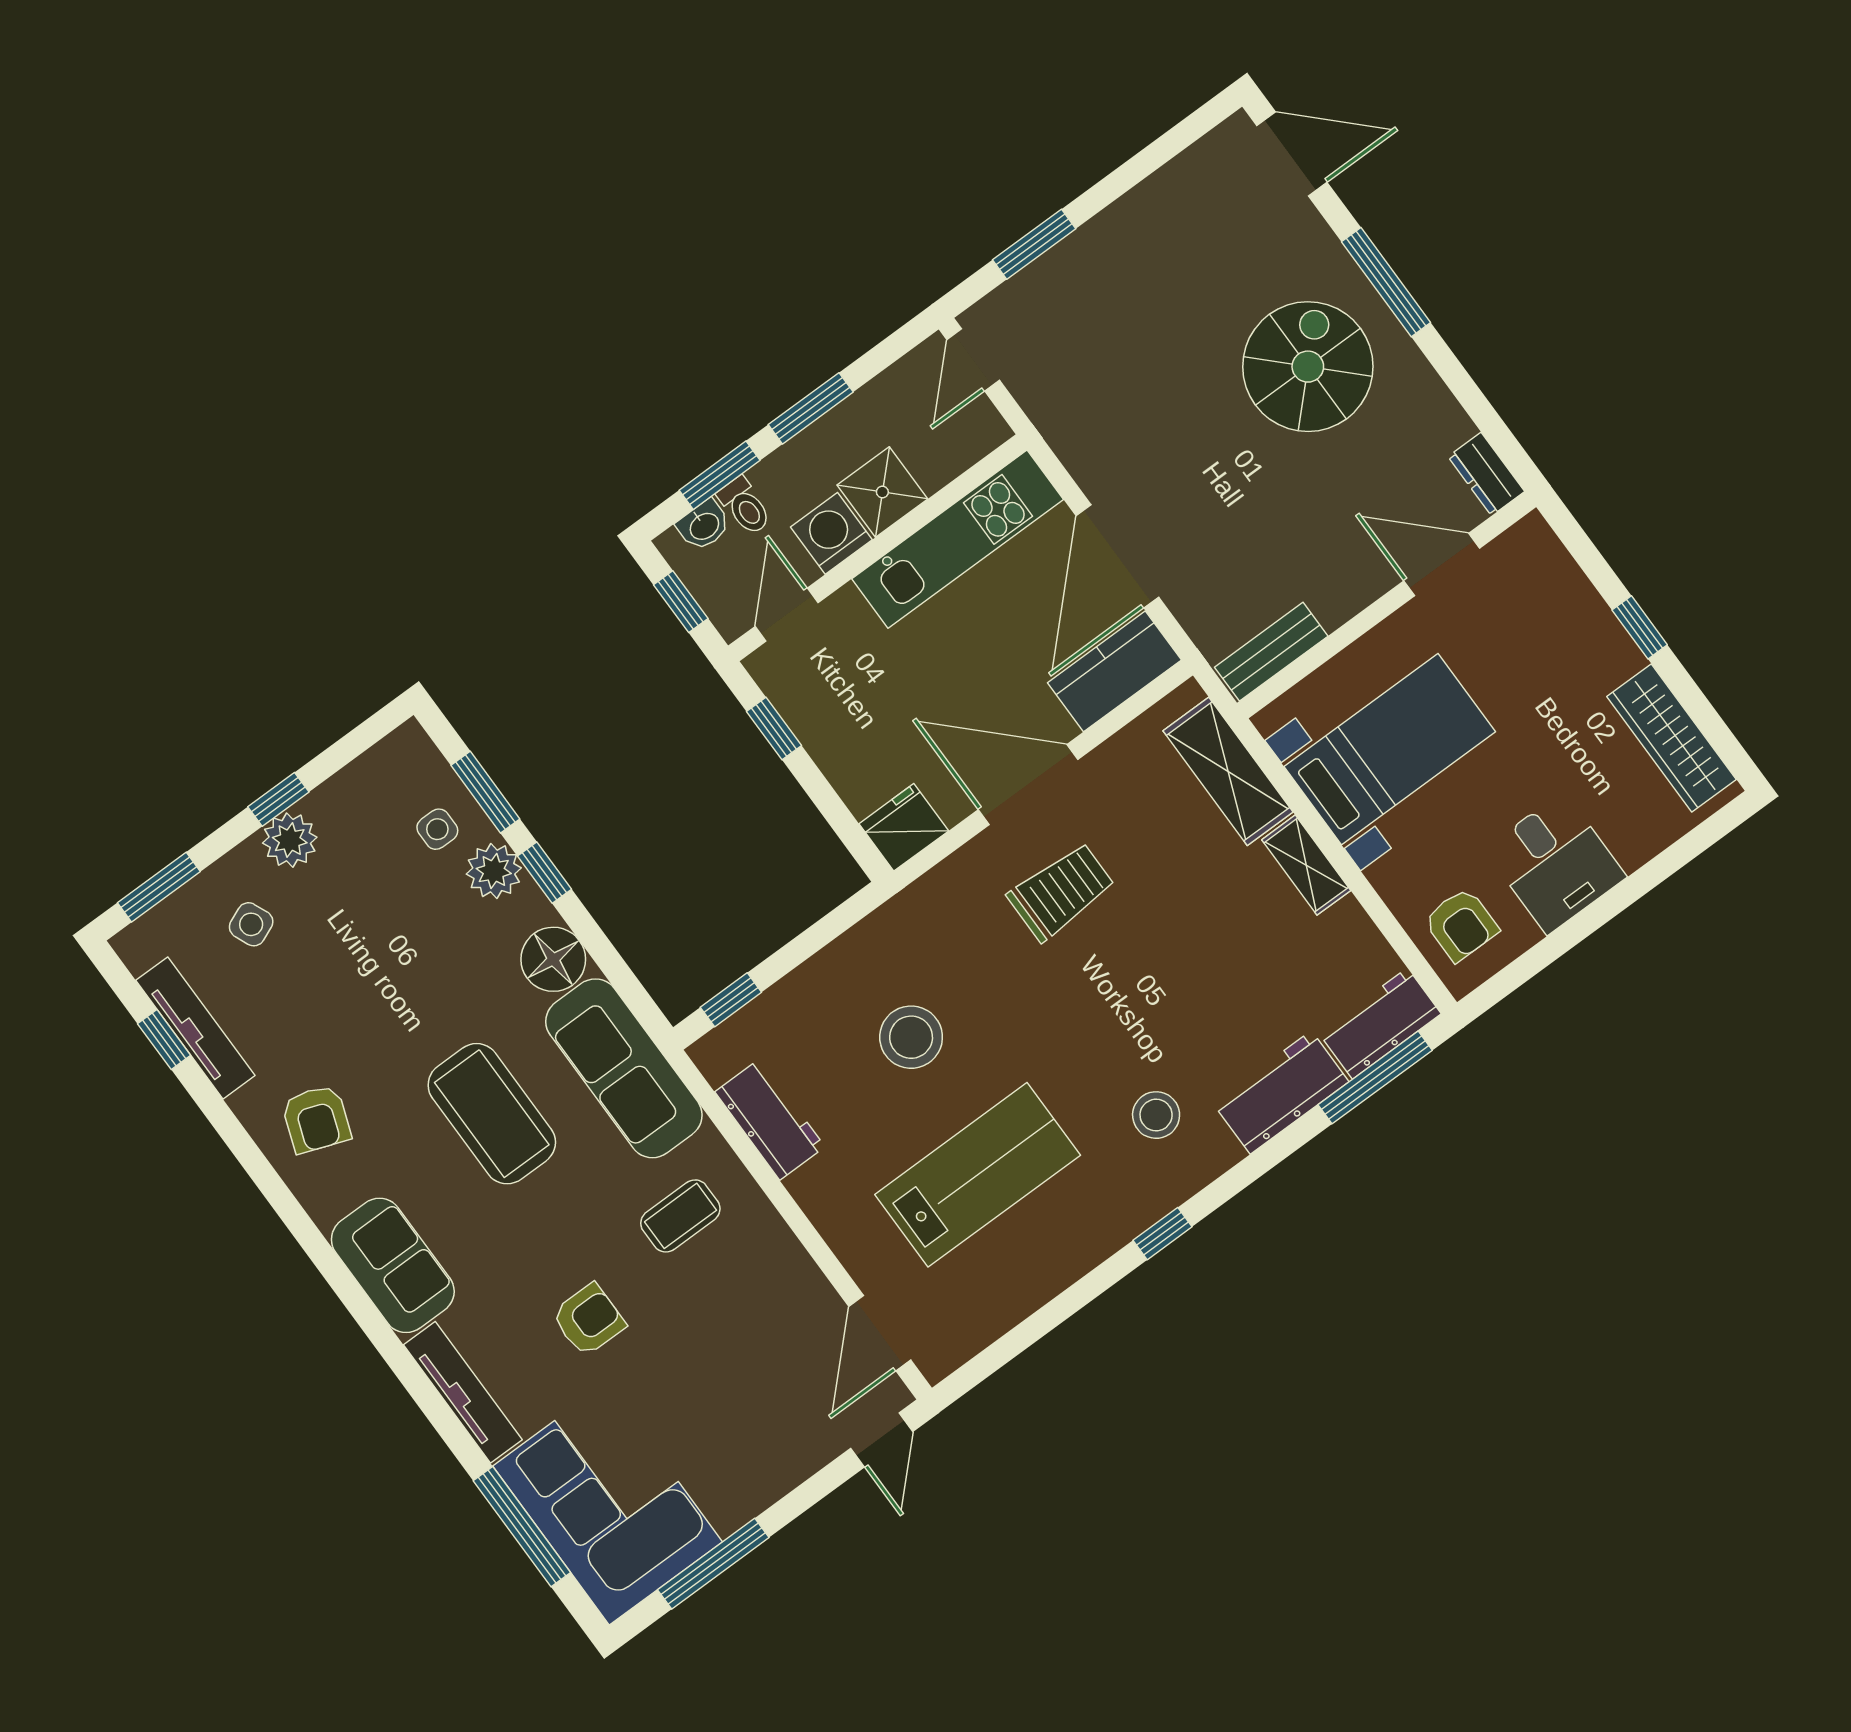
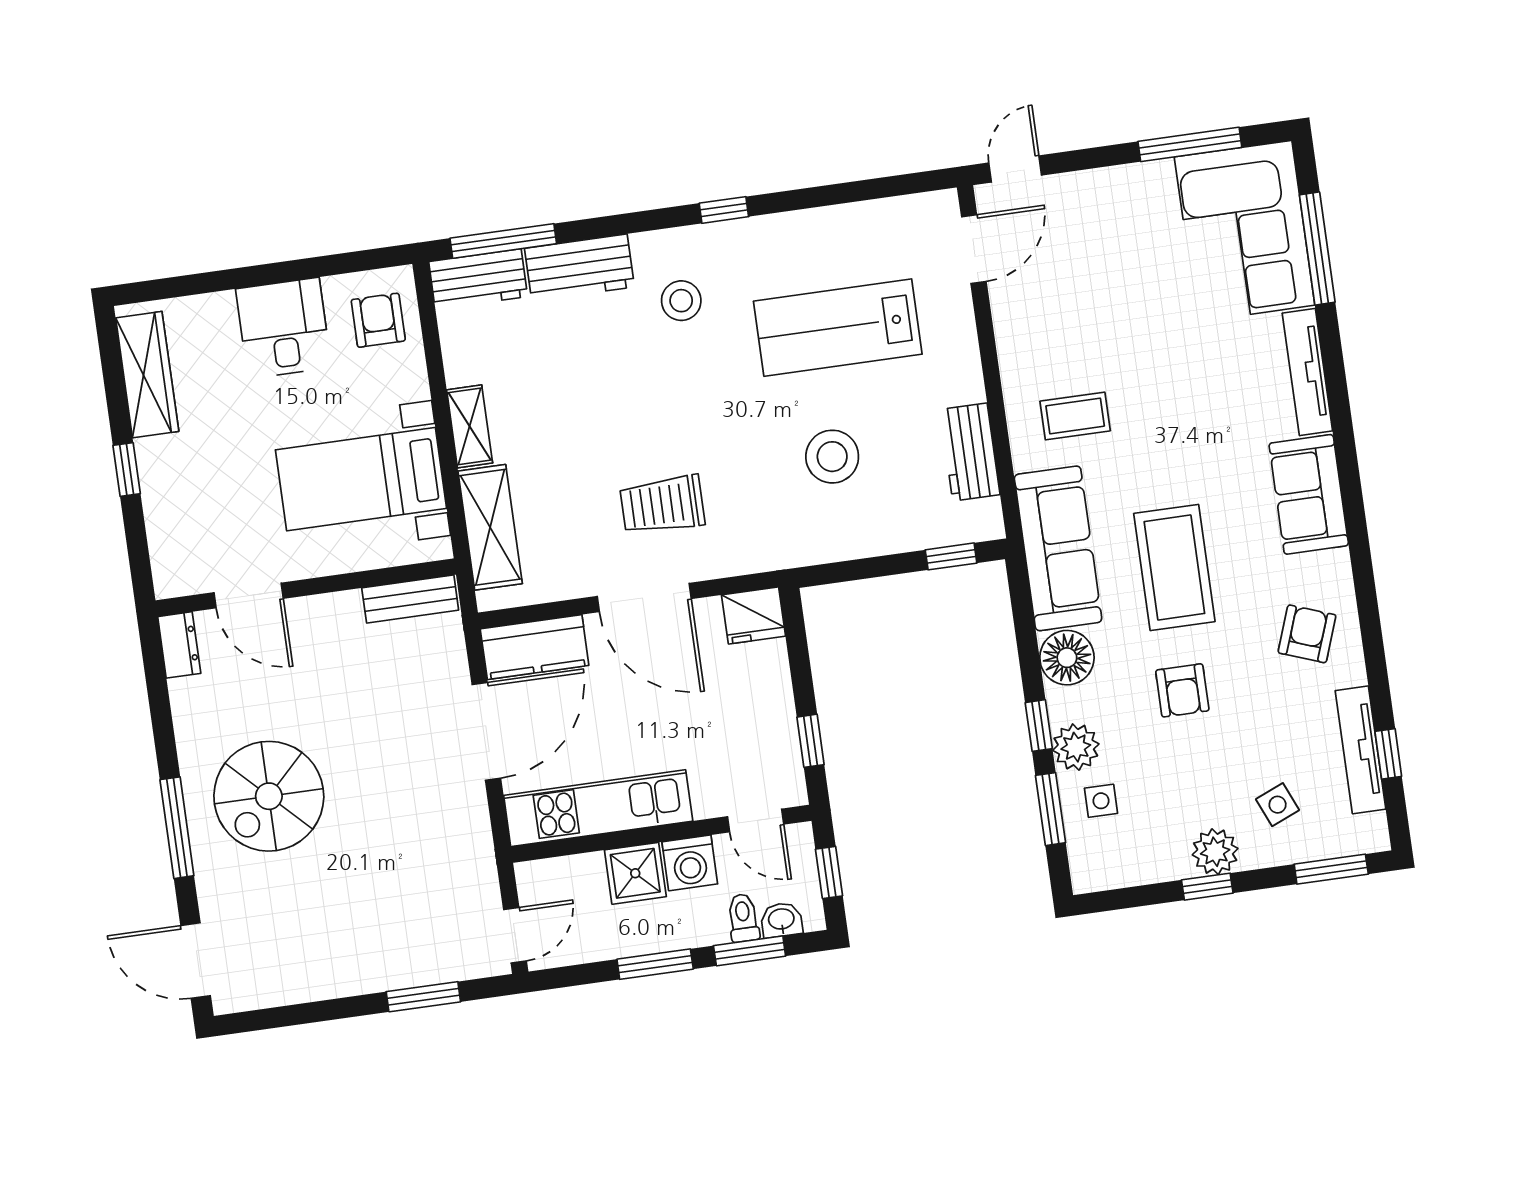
door: (787, 615) -> (756, 820), hinge flipped
armchair: (589, 1320) -> (1182, 690), moved, turned -90

